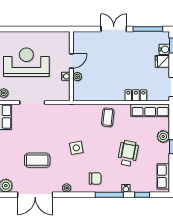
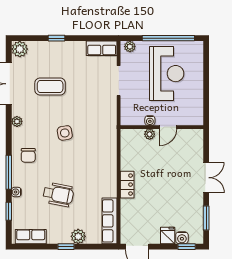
window: (148, 29) -> (206, 218), width x0.69
door: (71, 61) -> (168, 127), hinge flipped
locker: (136, 95) -> (127, 185), moved
coffee table: (108, 117) -> (101, 170), removed
coffee table: (37, 160) -> (50, 86), turned 90

